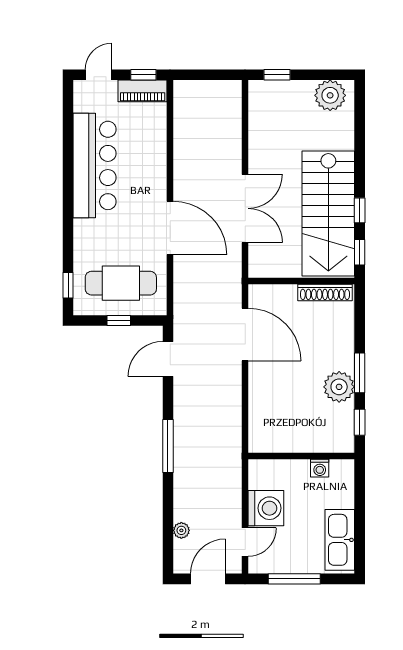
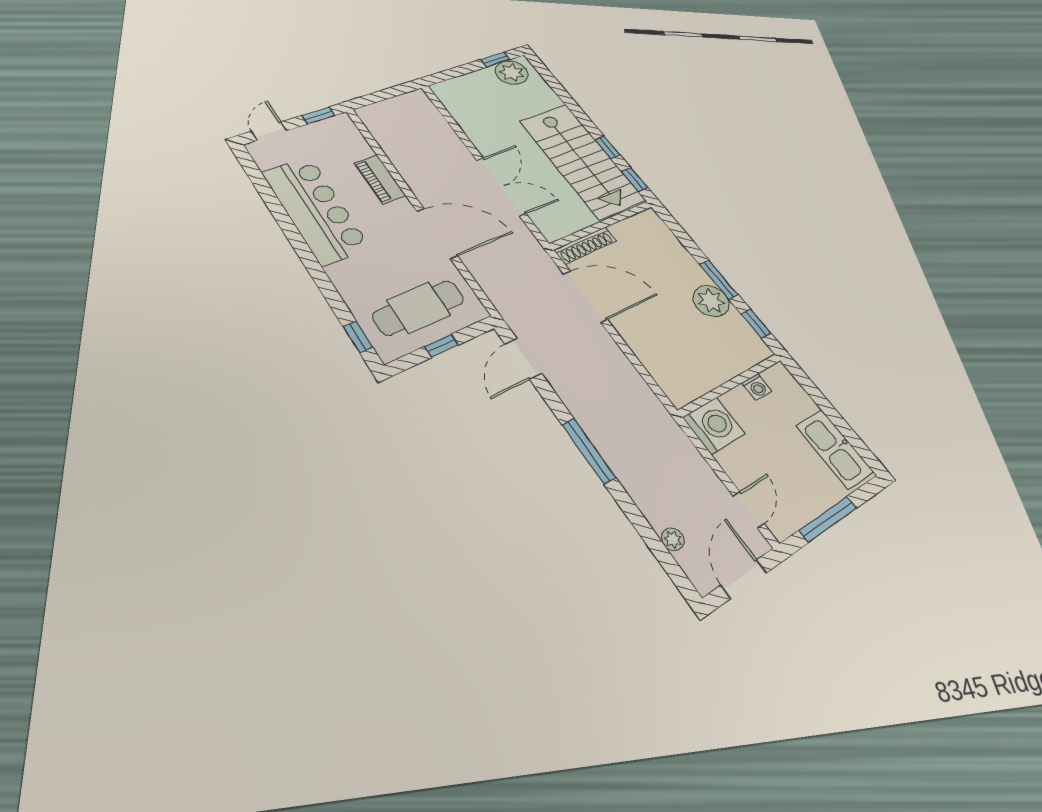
window: (277, 75) -> (496, 60), moved
piano: (143, 91) -> (380, 179), moved, turned 90
shoe rack: (325, 292) -> (585, 245), moved
washing machine: (266, 508) -> (714, 426), moved

